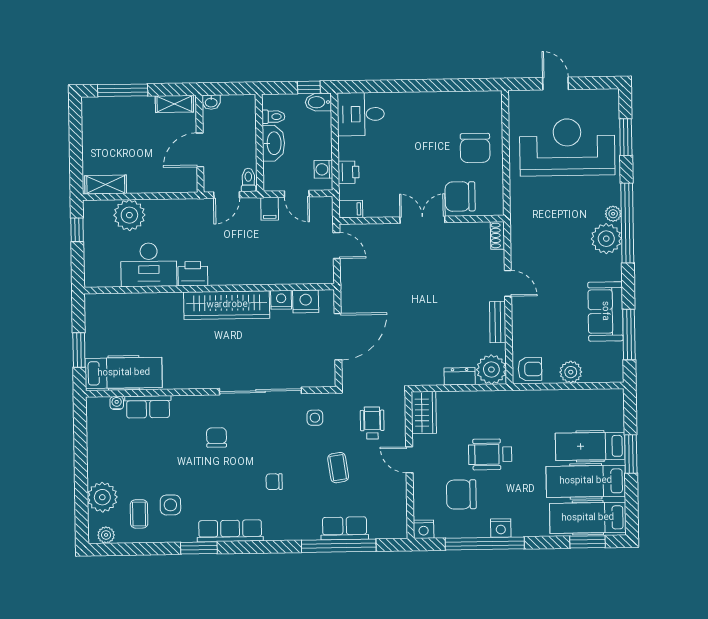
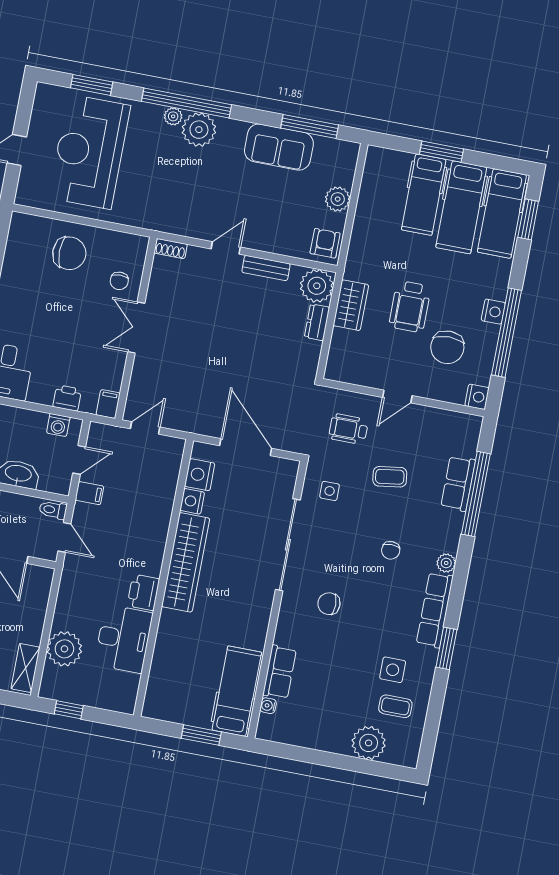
chair: (460, 196) -> (119, 281), width x0.54, depth x0.54
wardrobe: (424, 412) -> (351, 305), moved, turned 90
plant: (106, 535) -> (446, 563), moved

